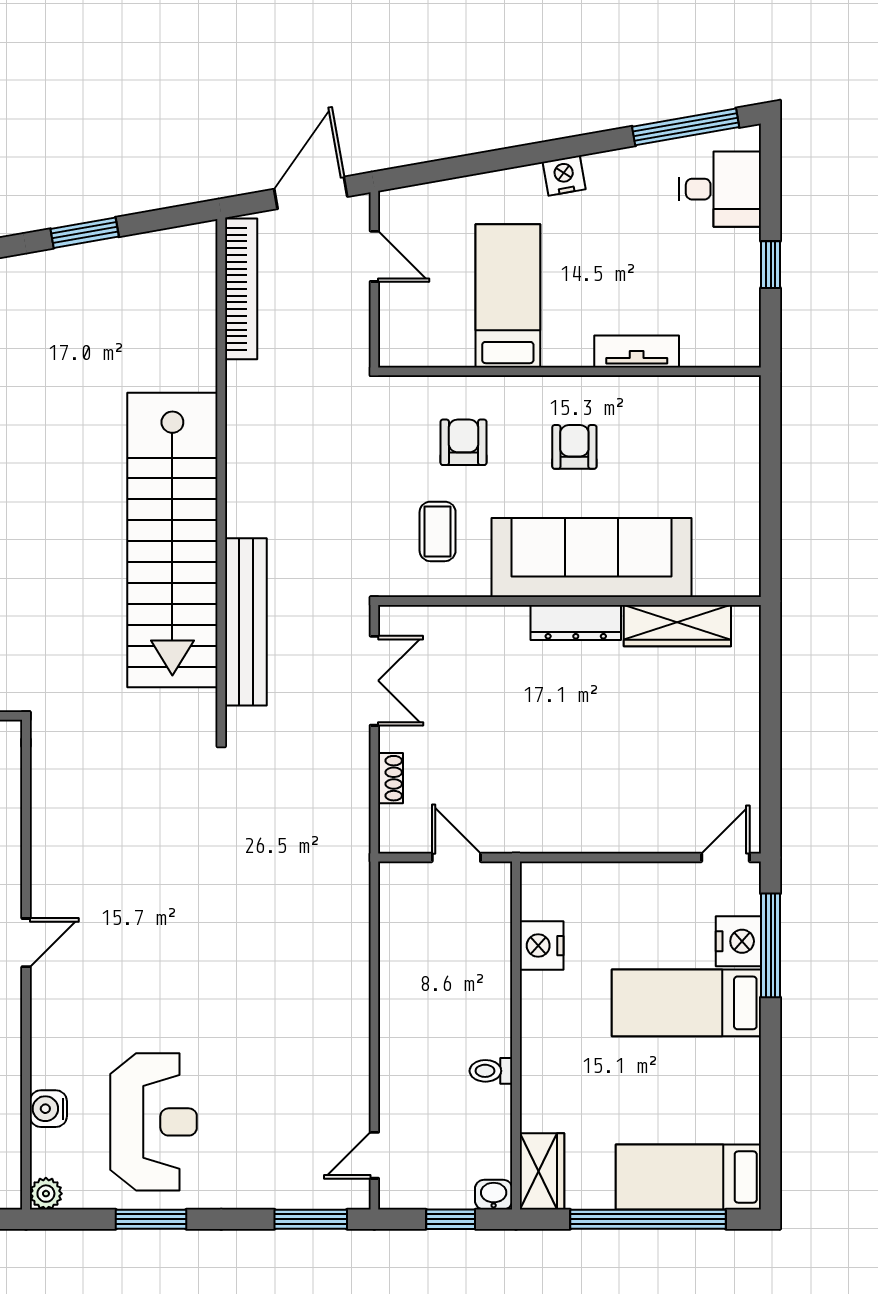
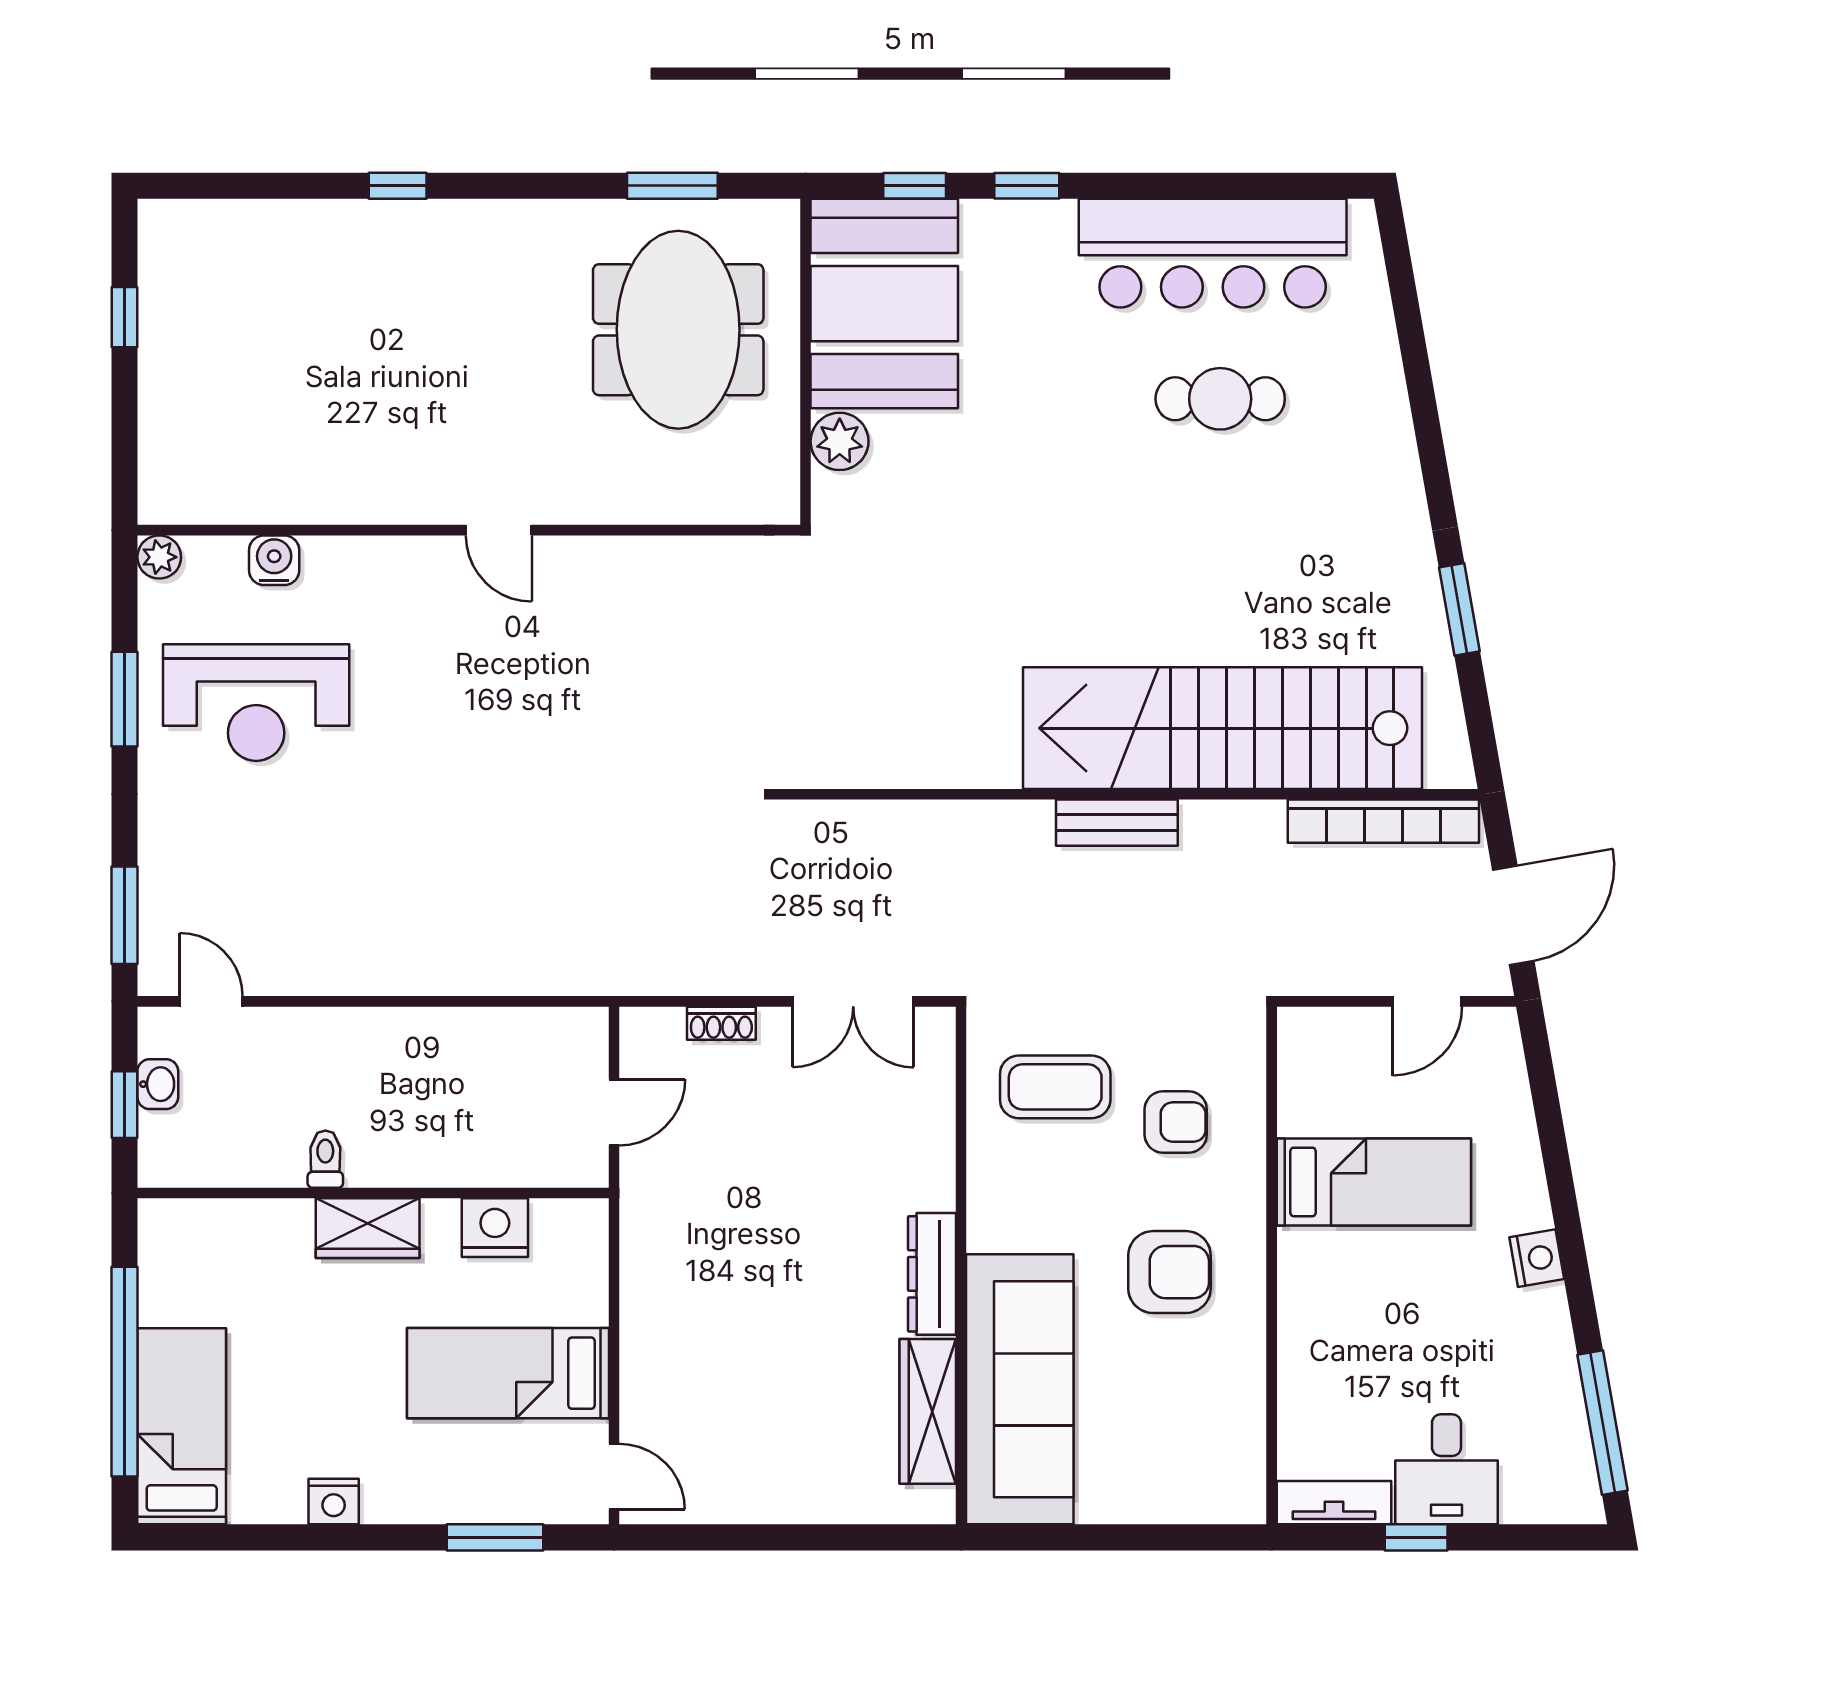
desk: (720, 189) -> (1446, 1469), moved
door: (311, 193) -> (1513, 915), hinge flipped
tv unit: (637, 351) -> (1334, 1503), moved, turned -90
armchair: (574, 447) -> (1169, 1272), width x1.38, depth x1.38
coffee table: (438, 531) -> (1055, 1087), width x1.36, depth x1.30
stairs: (172, 540) -> (1223, 728), moved
sofa: (592, 558) -> (1020, 1389), moved
bench: (246, 622) -> (1117, 823), moved, width x0.54, depth x0.82
nightstand: (738, 941) -> (334, 1502), moved, width x0.74, depth x0.75
window: (771, 945) -> (495, 1537), width x0.69
bed: (686, 1003) -> (508, 1373), moved, turned -90
wardrobe: (542, 1171) -> (368, 1228), moved
washbasin: (494, 1195) -> (158, 1084), moved

